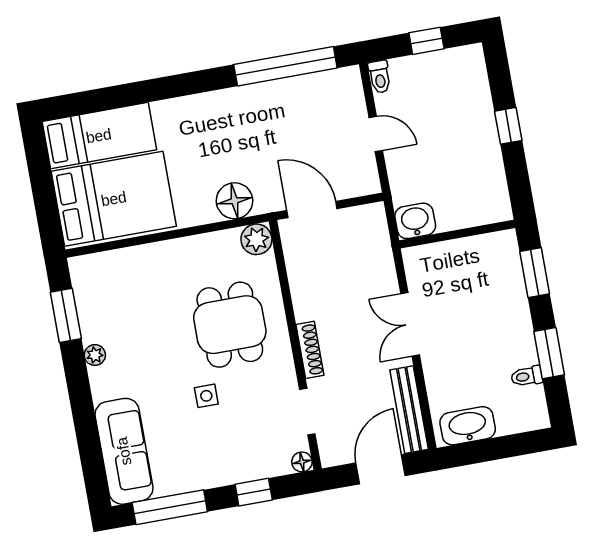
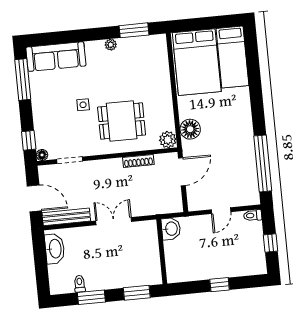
shoe rack: (310, 350) -> (138, 161), moved
window: (254, 492) -> (29, 140), moved

